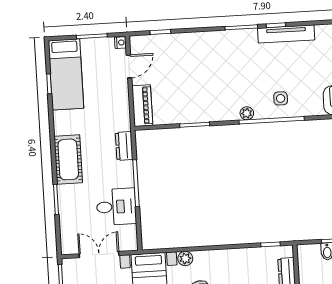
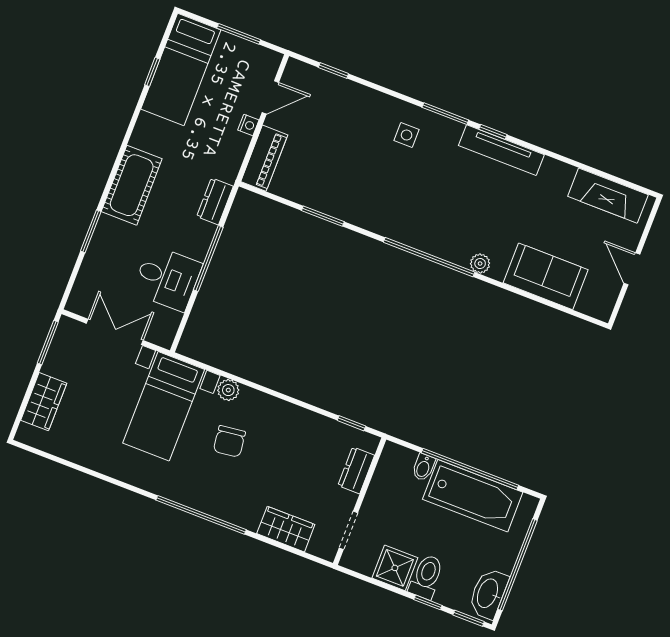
nightstand: (120, 43) -> (248, 125), moved
side table: (281, 98) -> (407, 135), moved
plant: (247, 113) -> (480, 263), moved

